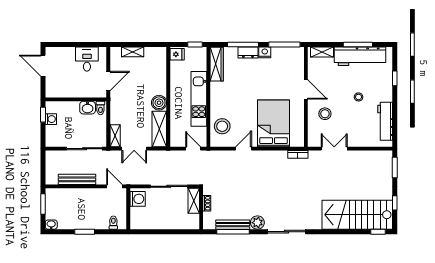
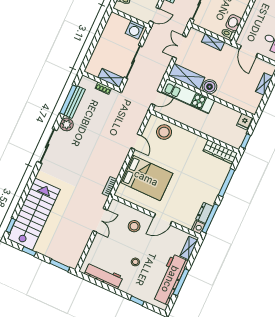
dresser: (248, 52) -> (204, 213), moved
nightstand: (265, 52) -> (198, 227), moved
kitchen unit: (199, 99) -> (188, 96), moved, turned 180
shelving: (115, 136) -> (213, 42), moved

